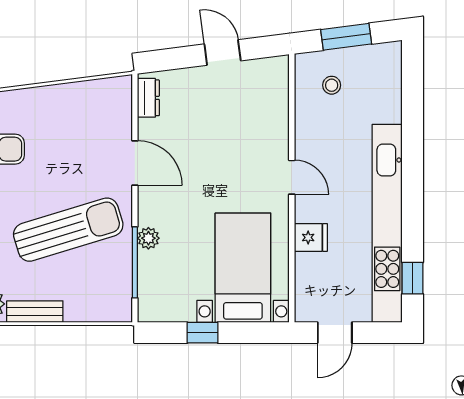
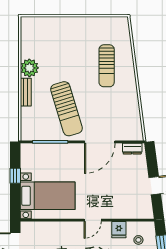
door: (135, 163) -> (100, 142), width x1.36
fridge: (311, 237) -> (119, 230), moved
plant: (148, 238) -> (62, 149), removed

